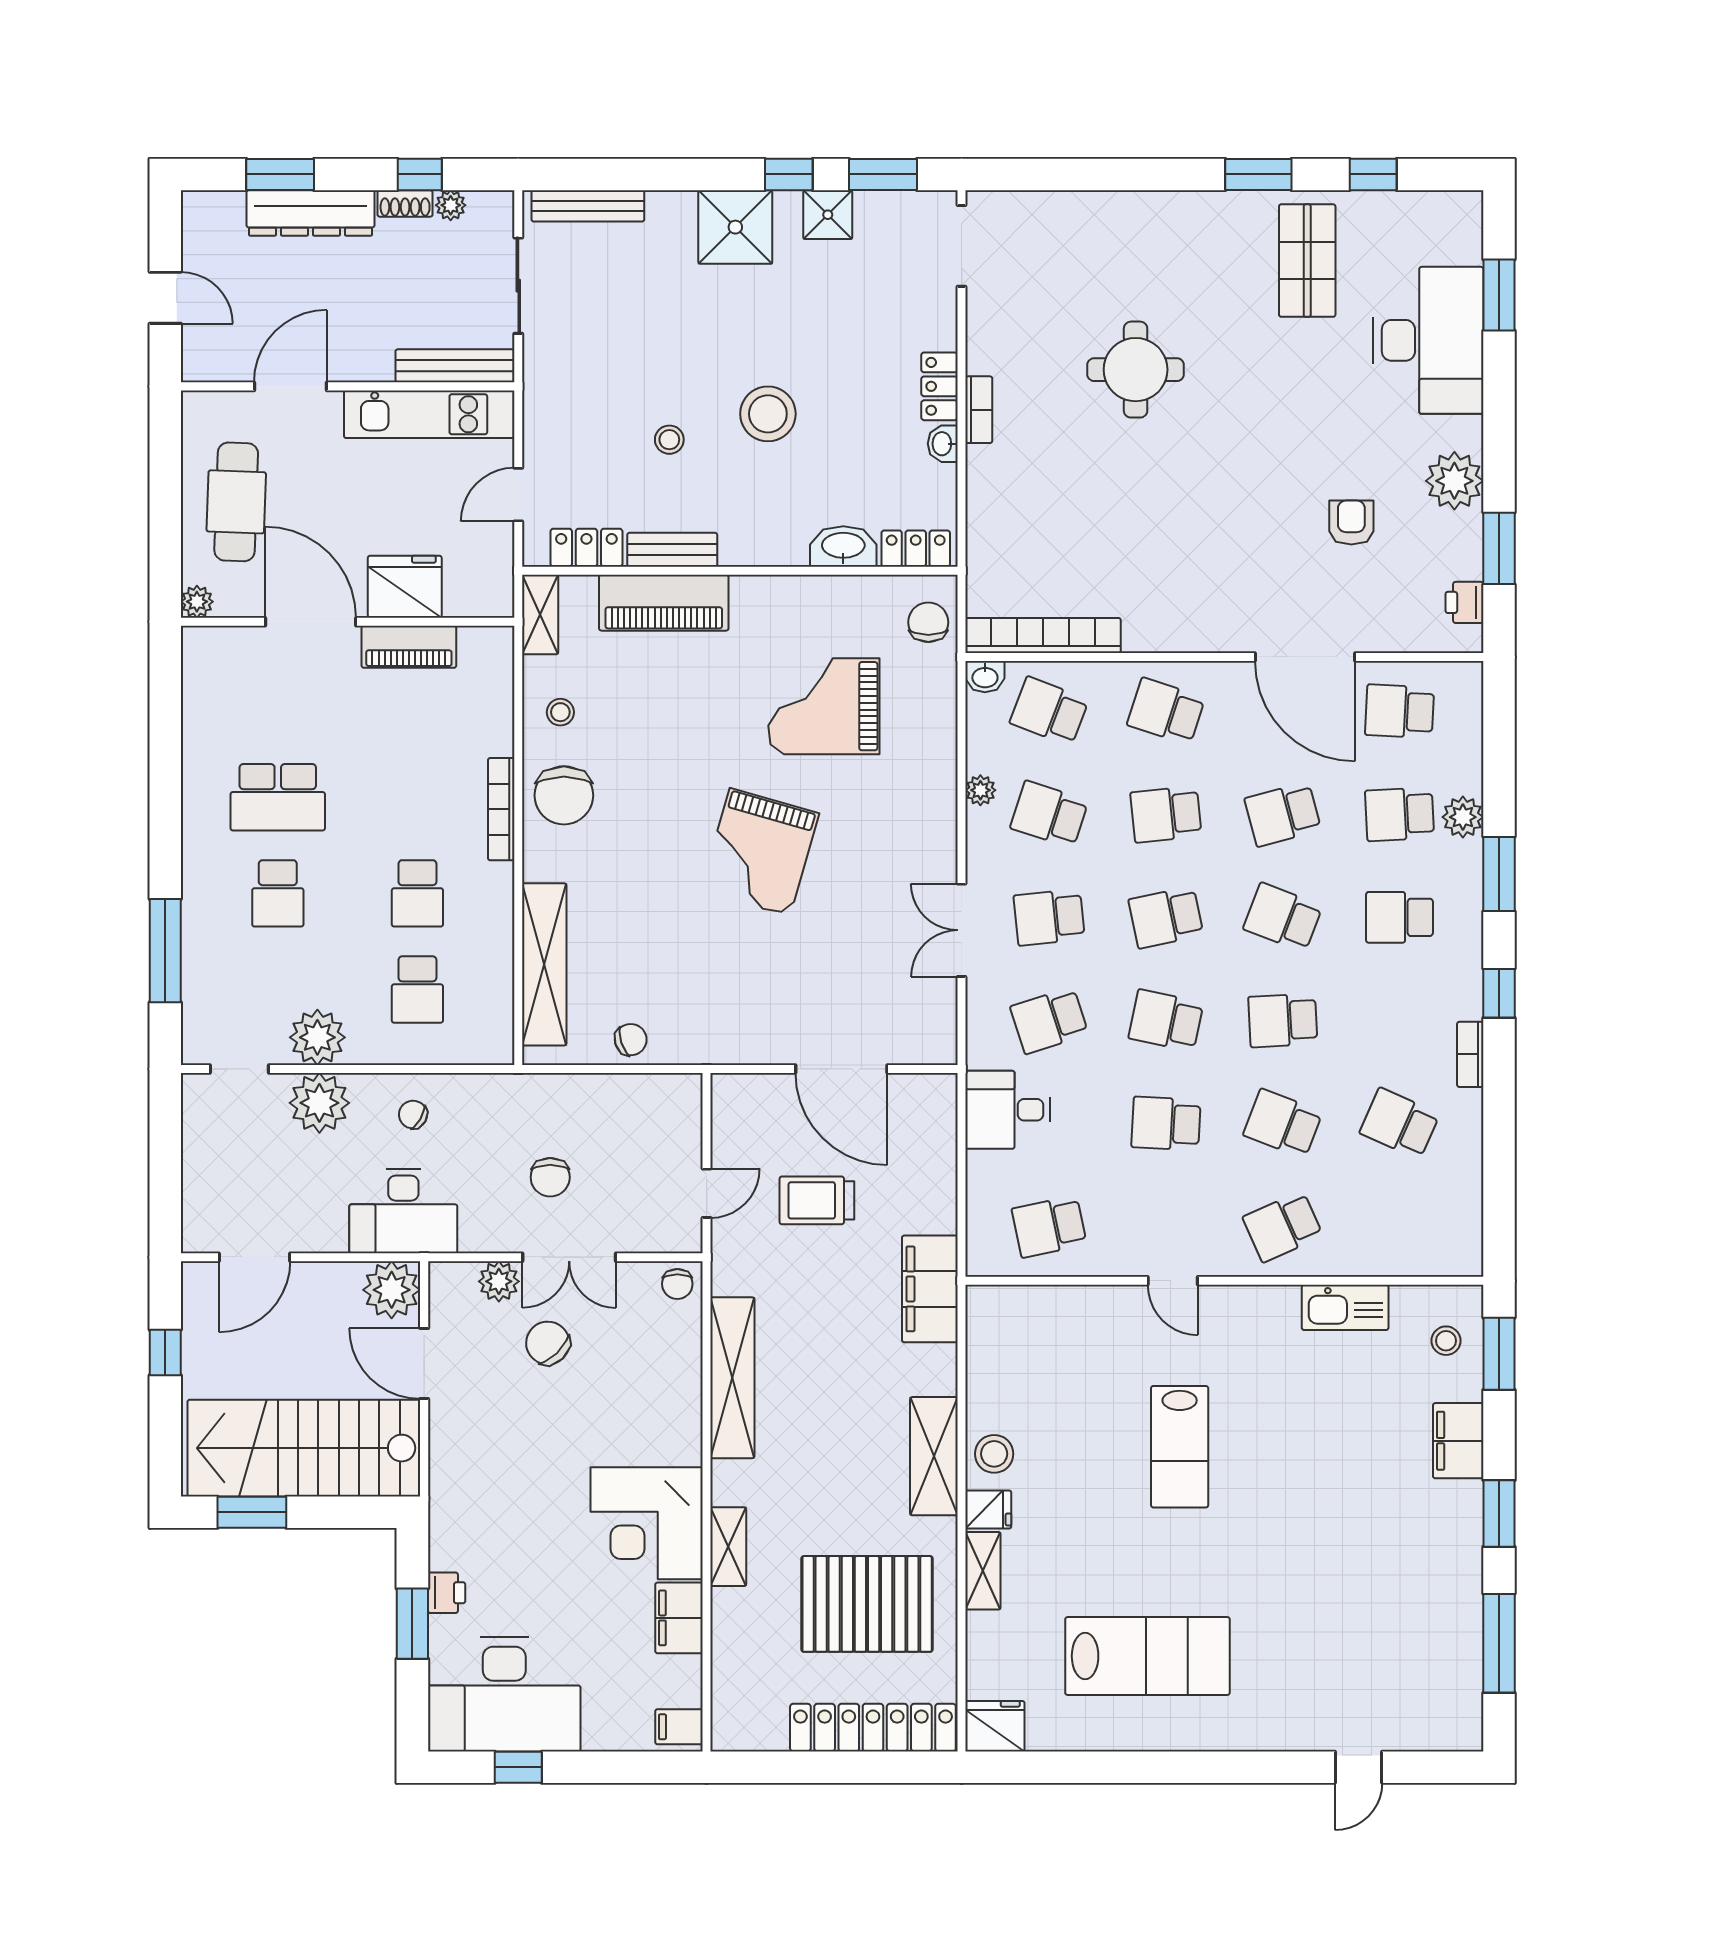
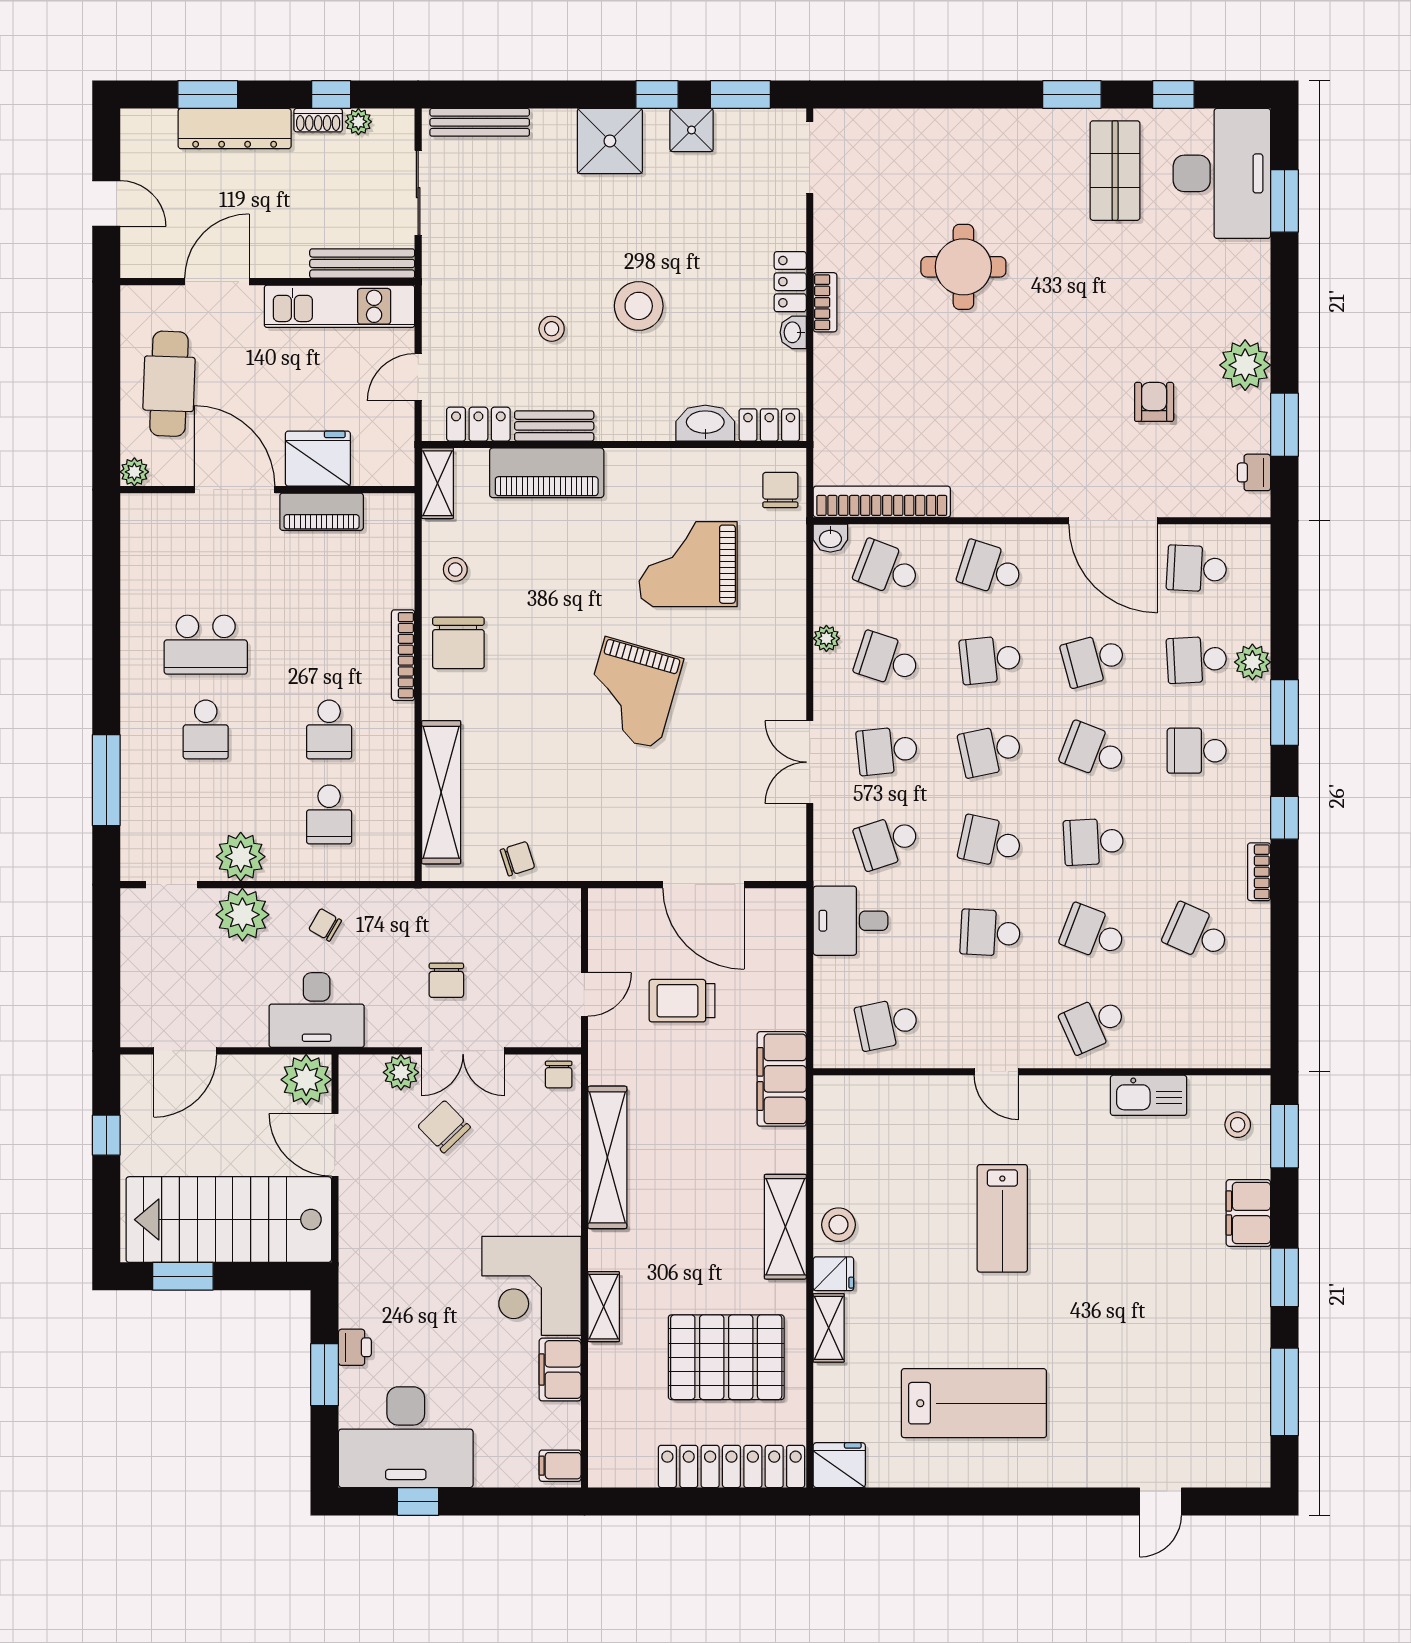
desk: (1428, 340) -> (1222, 173), moved

